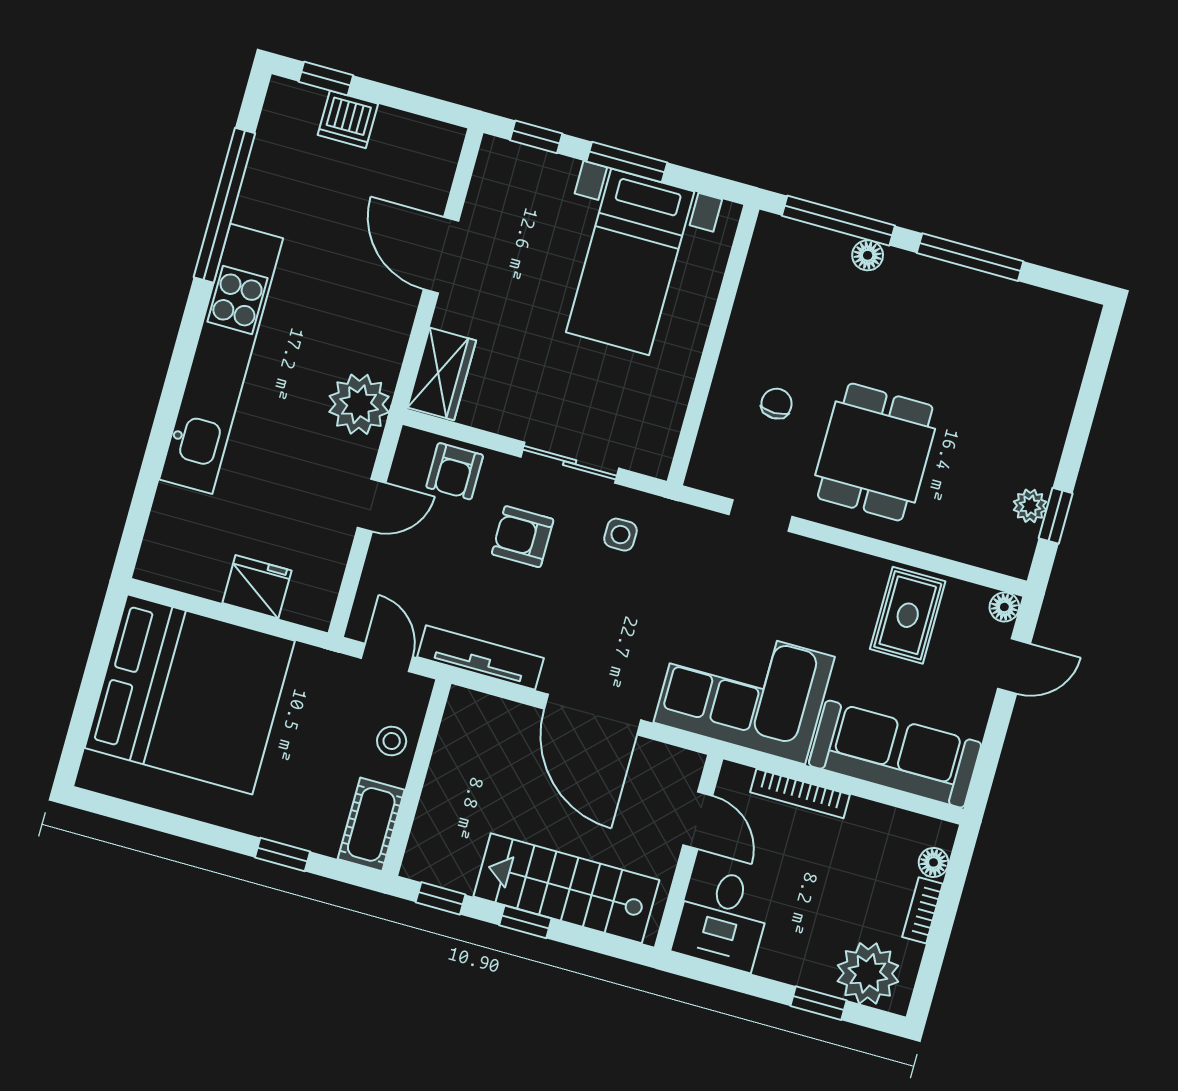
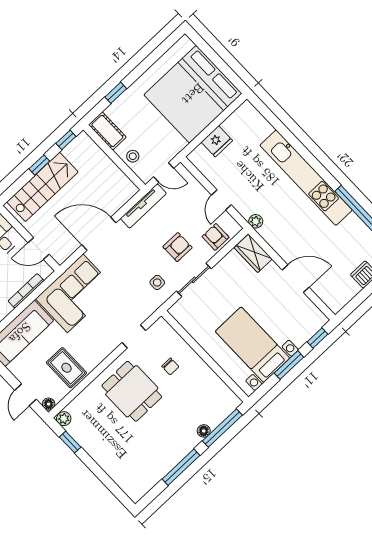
plant: (359, 404) -> (256, 221), width x0.53, depth x0.53
plant: (1030, 506) -> (64, 419), moved

